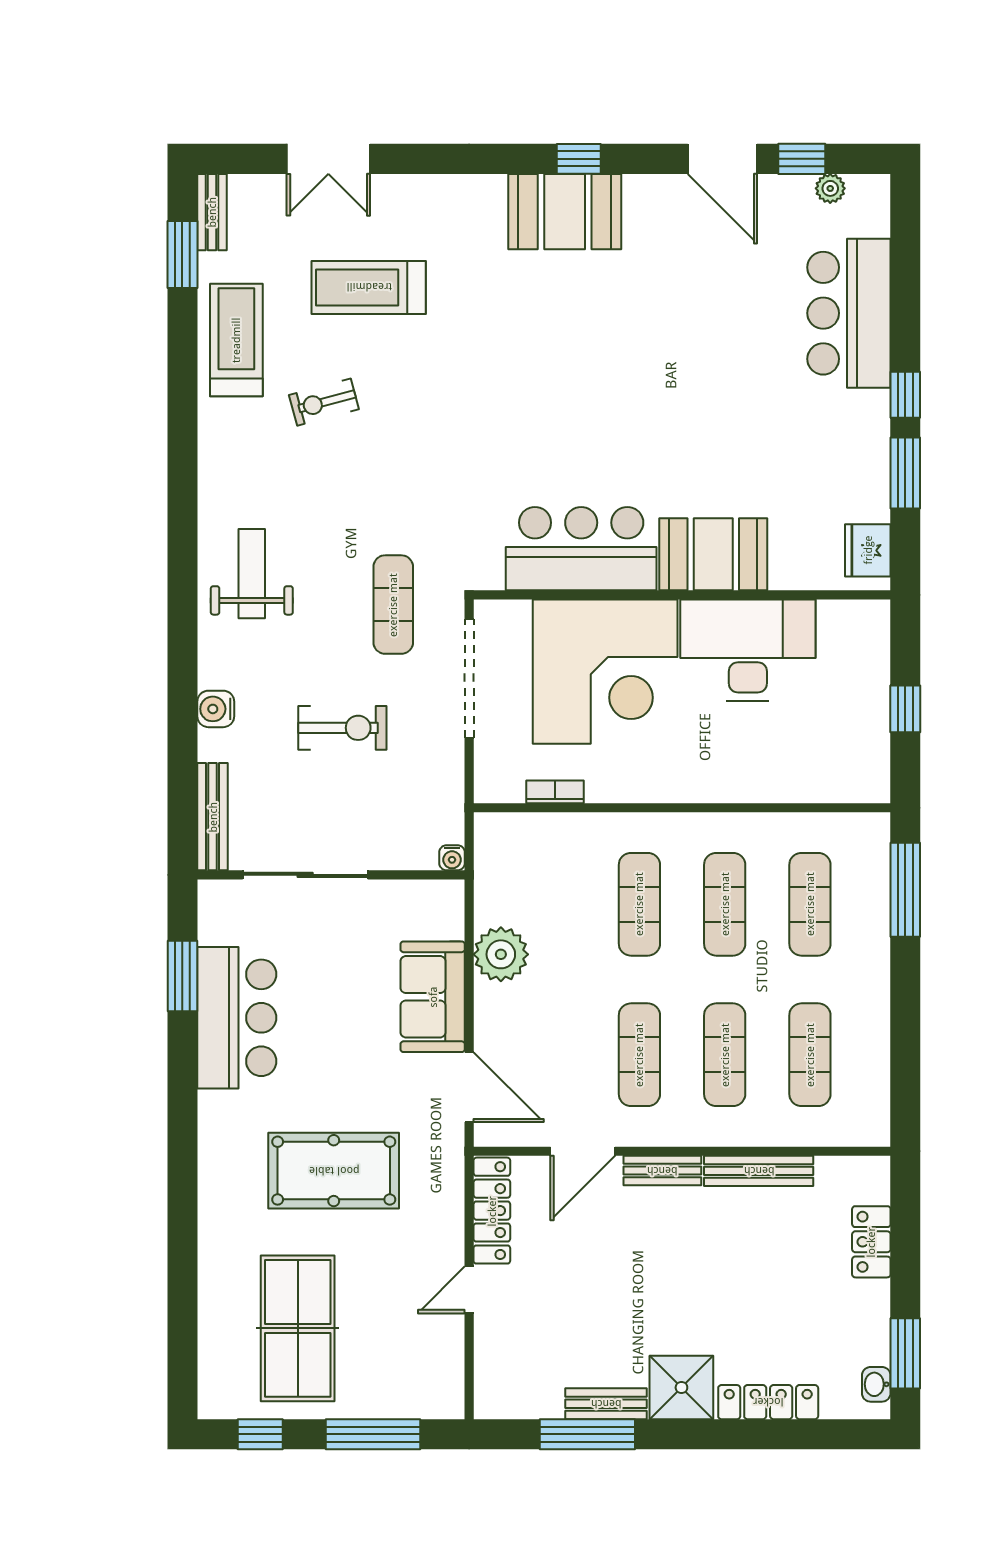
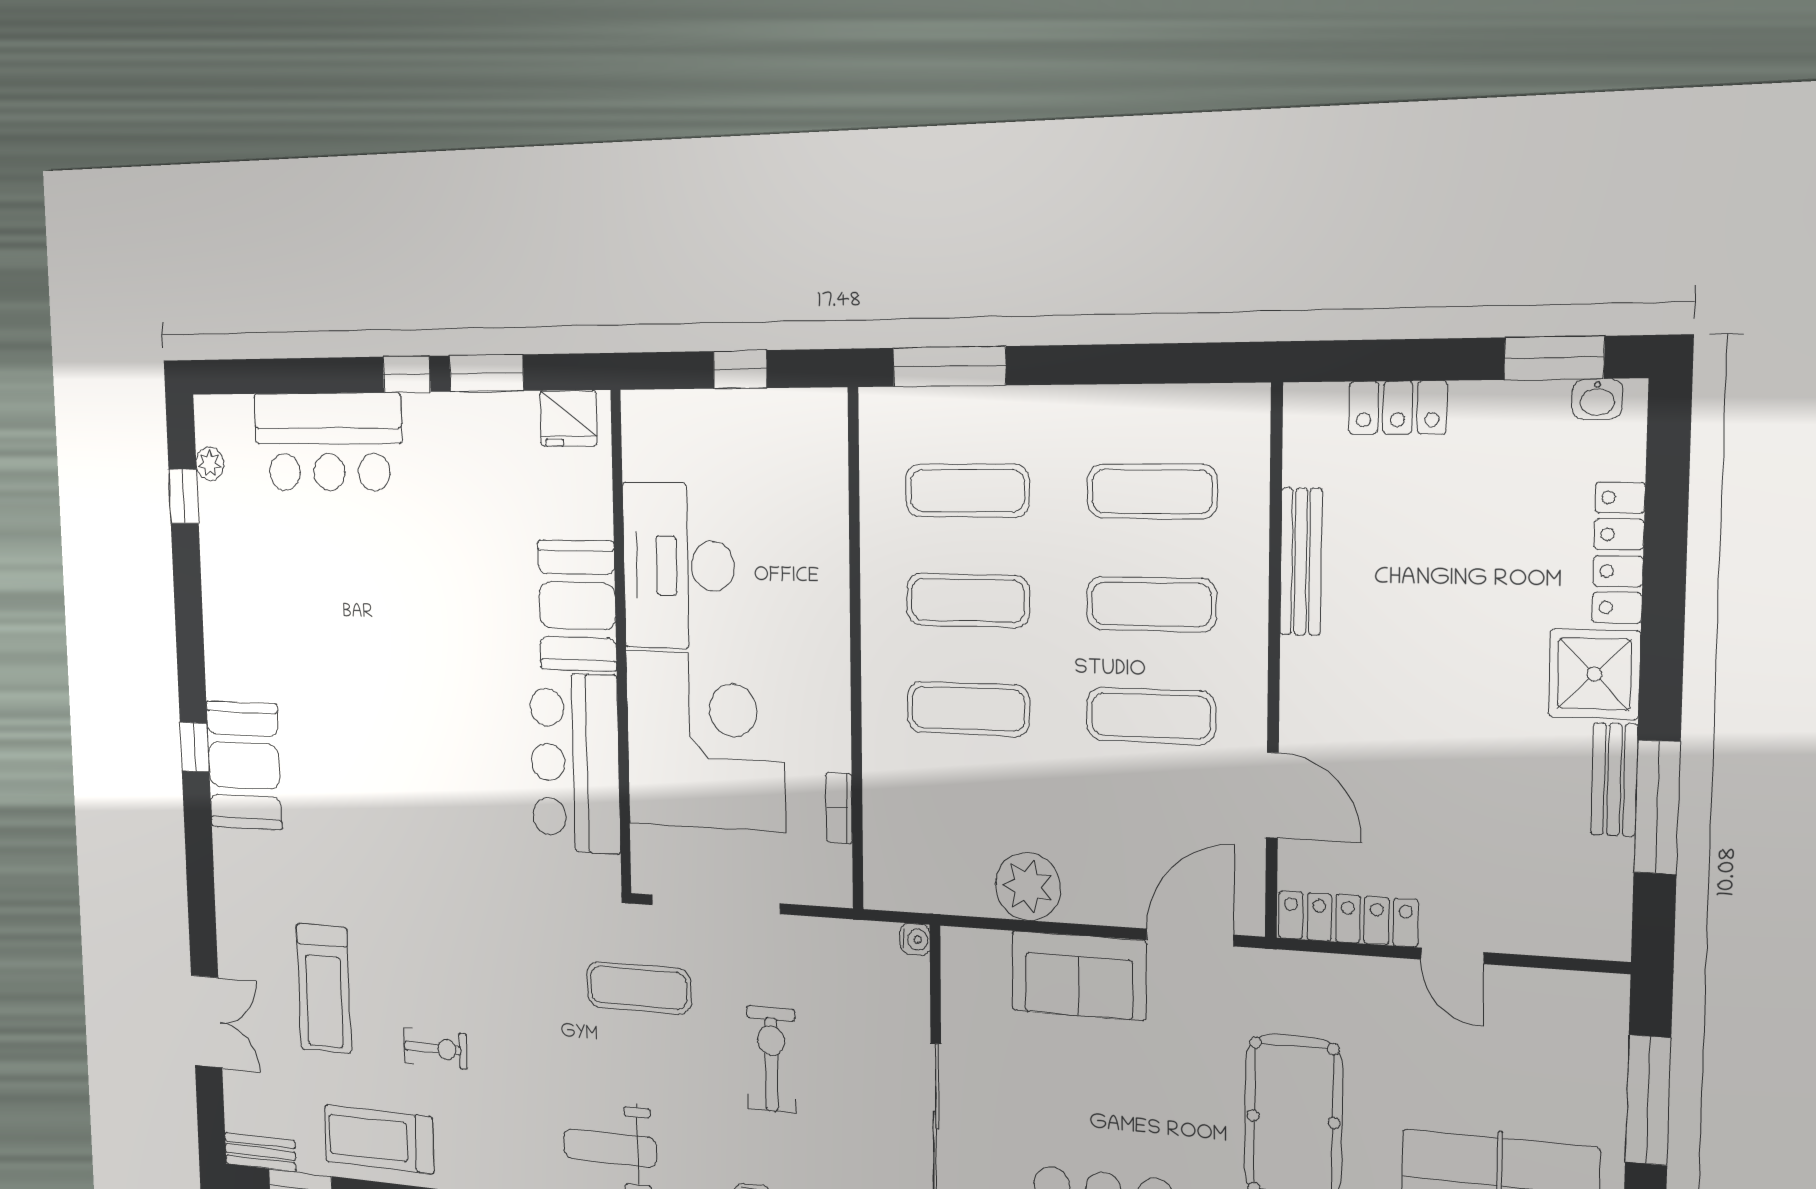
door: (722, 159) -> (188, 586), removed
exercise bike: (324, 402) -> (436, 1048), turned -75
bench: (662, 1171) -> (1299, 691), removed

